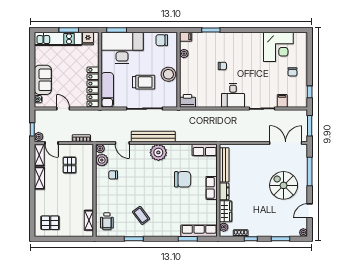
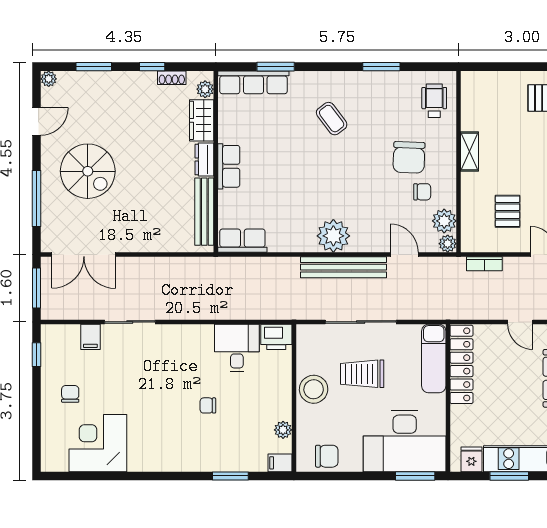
desk: (233, 95) -> (237, 348), moved
chair: (183, 179) -> (409, 157), moved, turned -88
coffee table: (141, 215) -> (332, 119), moved
shelving: (89, 220) -> (469, 151), moved

